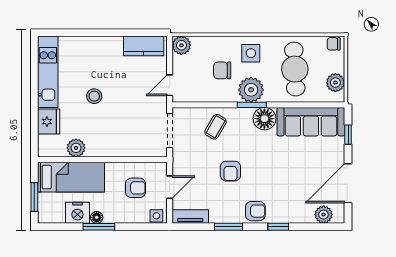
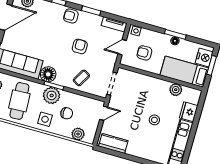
plant: (181, 45) -> (78, 134), moved
nightstand: (77, 213) -> (204, 57), moved, turned 90

